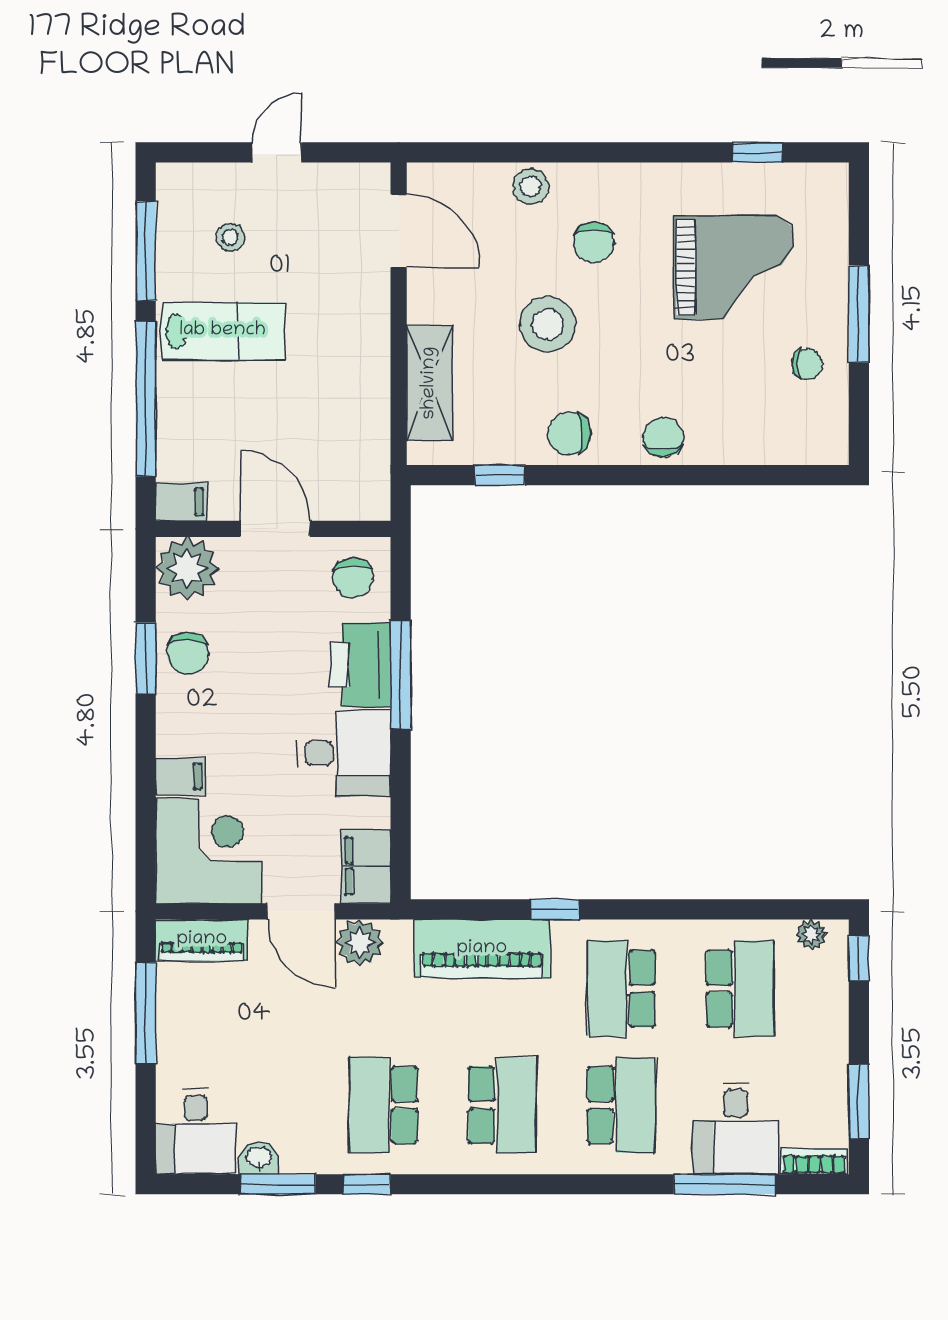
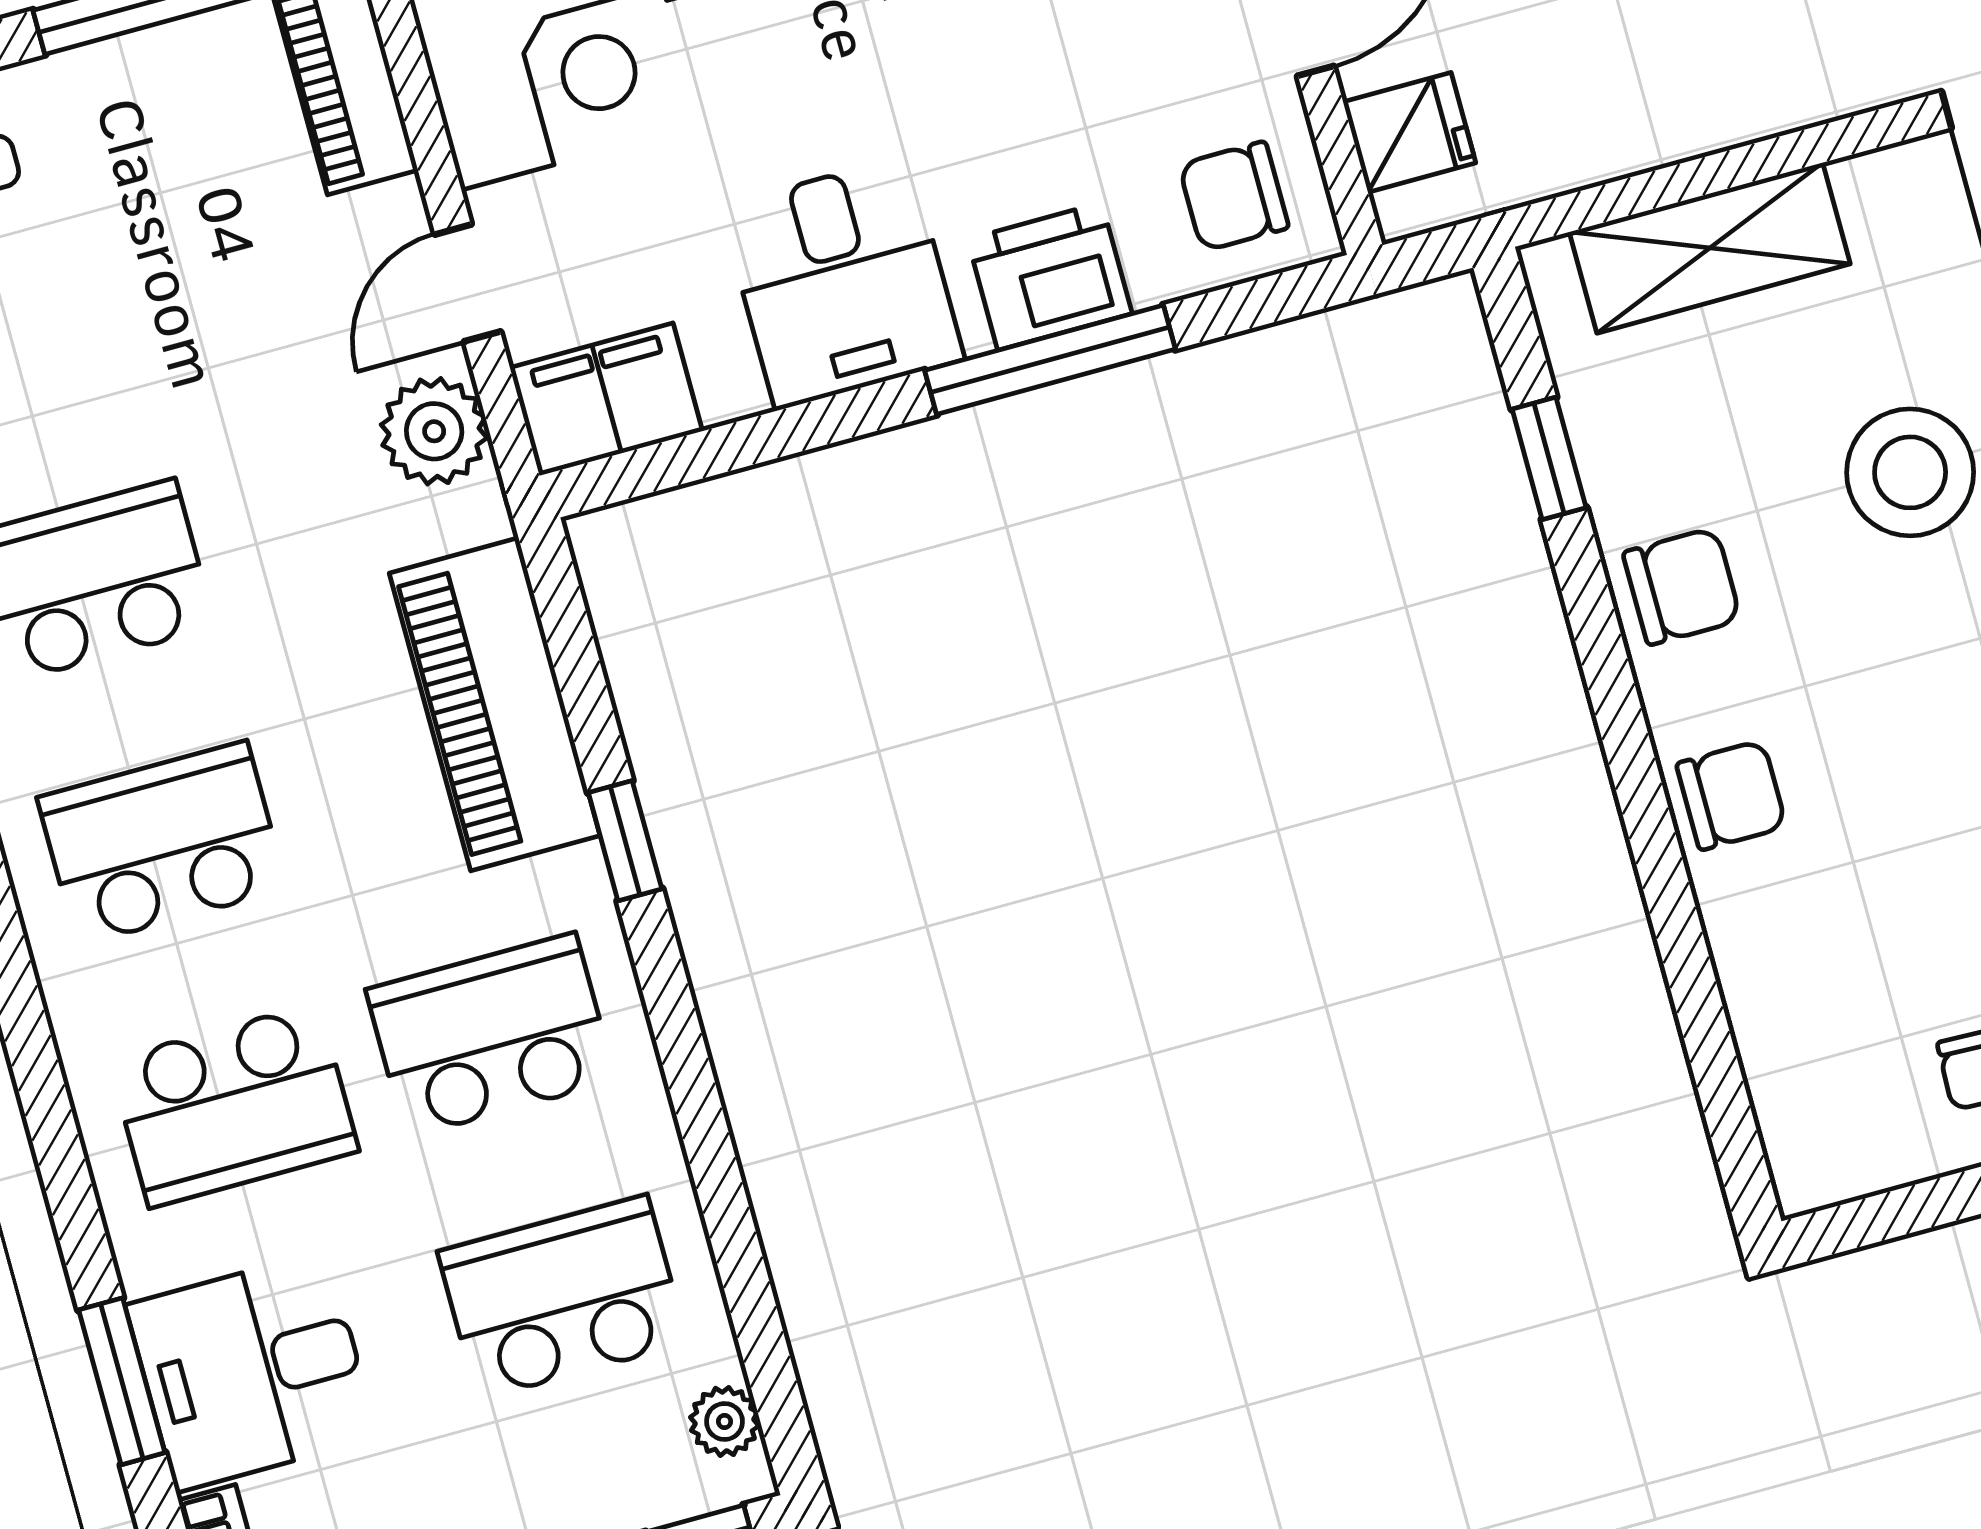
chair: (569, 434) -> (1682, 586), turned 90
fridge: (346, 496) -> (1409, 132), added
printer: (361, 665) -> (1050, 276), width x0.73, depth x0.84
door: (301, 911) -> (468, 283), width x0.73
school desk: (740, 988) -> (563, 1297), turned 180
school desk: (502, 1105) -> (162, 843), turned 180
window: (725, 1184) -> (122, 1381), width x0.69

